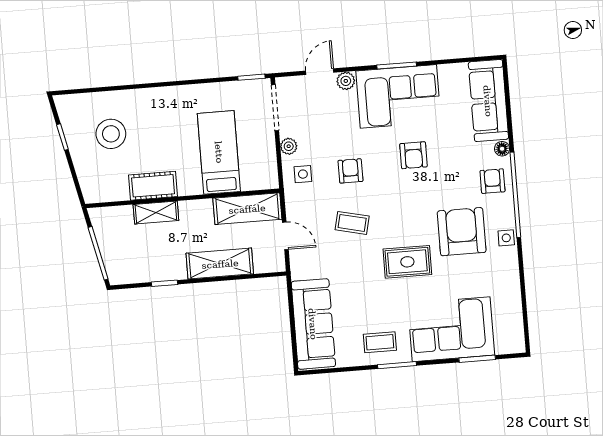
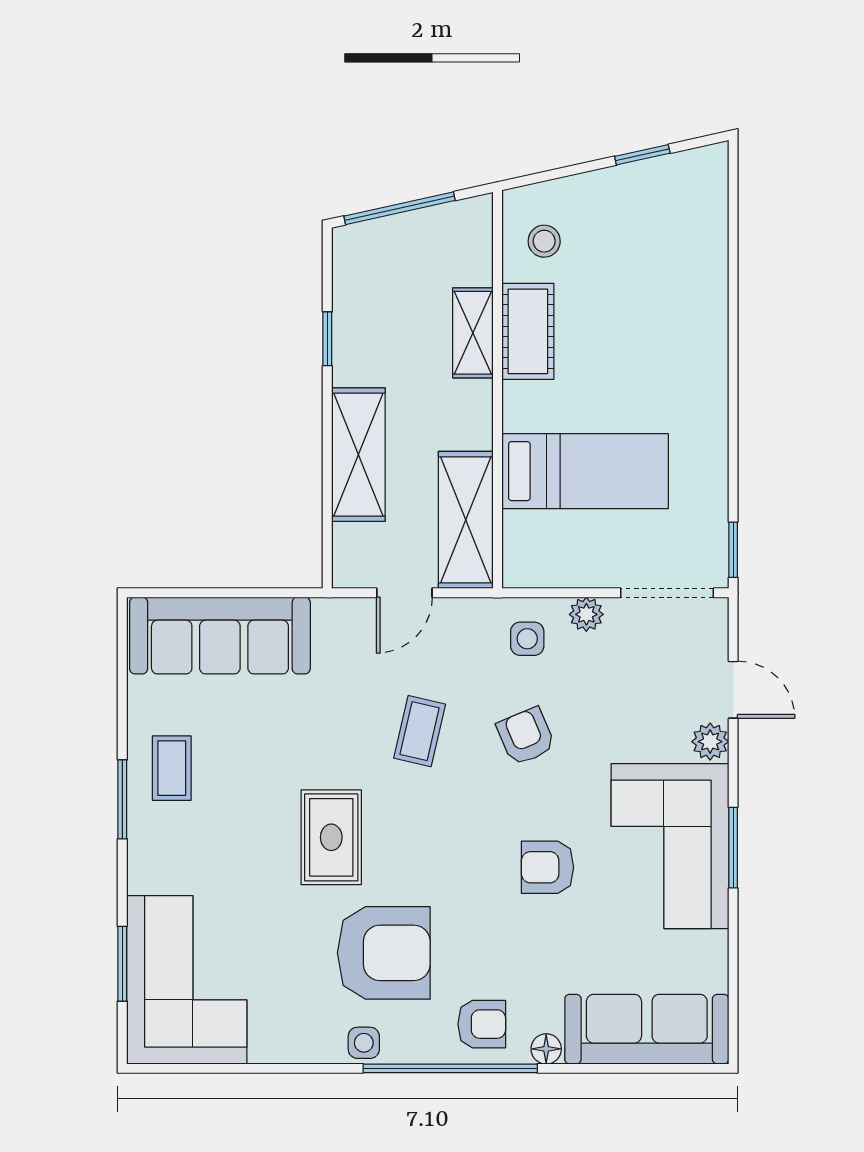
stool: (111, 134) -> (544, 241), moved, width x0.53, depth x0.53
armchair: (350, 171) -> (526, 736), turned -113
corner sofa: (451, 329) -> (187, 980), moved

